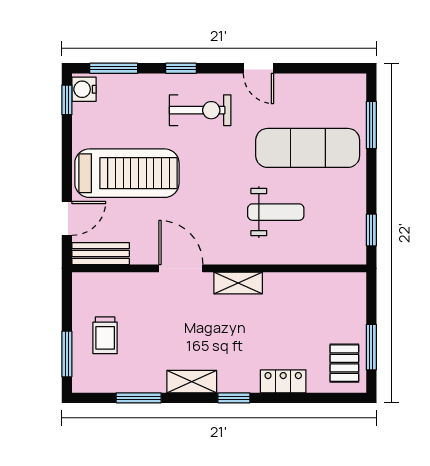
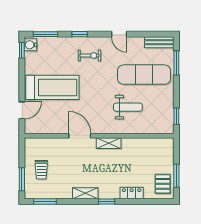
exercise bike: (200, 110) -> (89, 55), width x0.73, depth x0.72
bench: (101, 254) -> (159, 42), moved
window: (139, 398) -> (45, 201), moved

